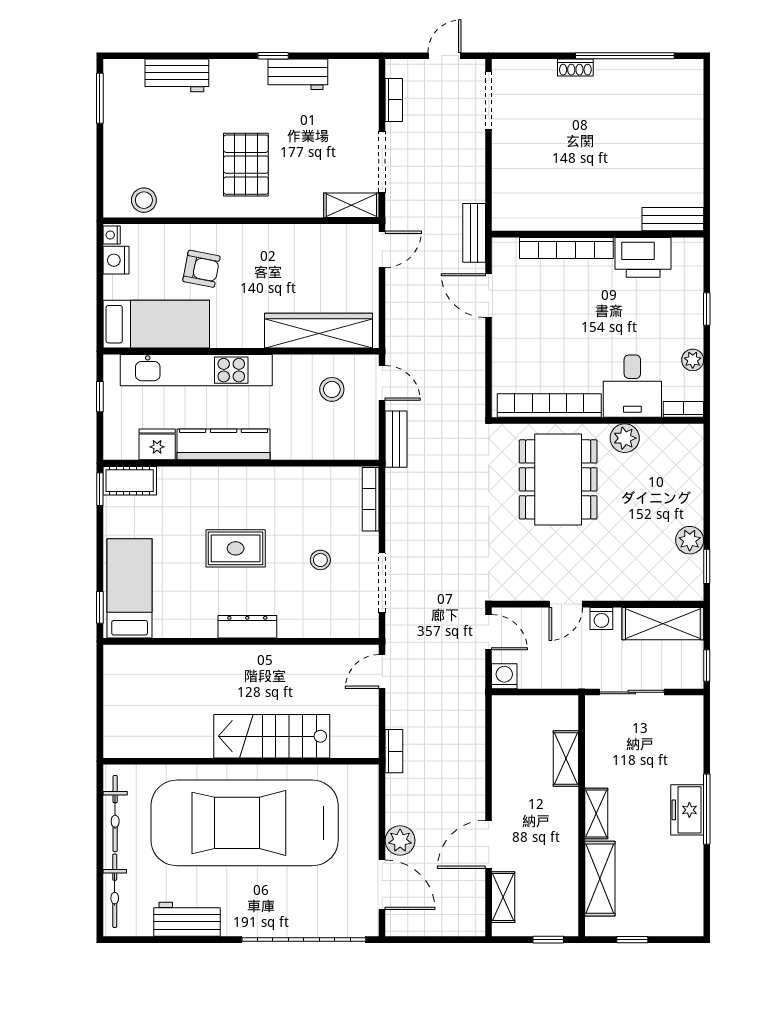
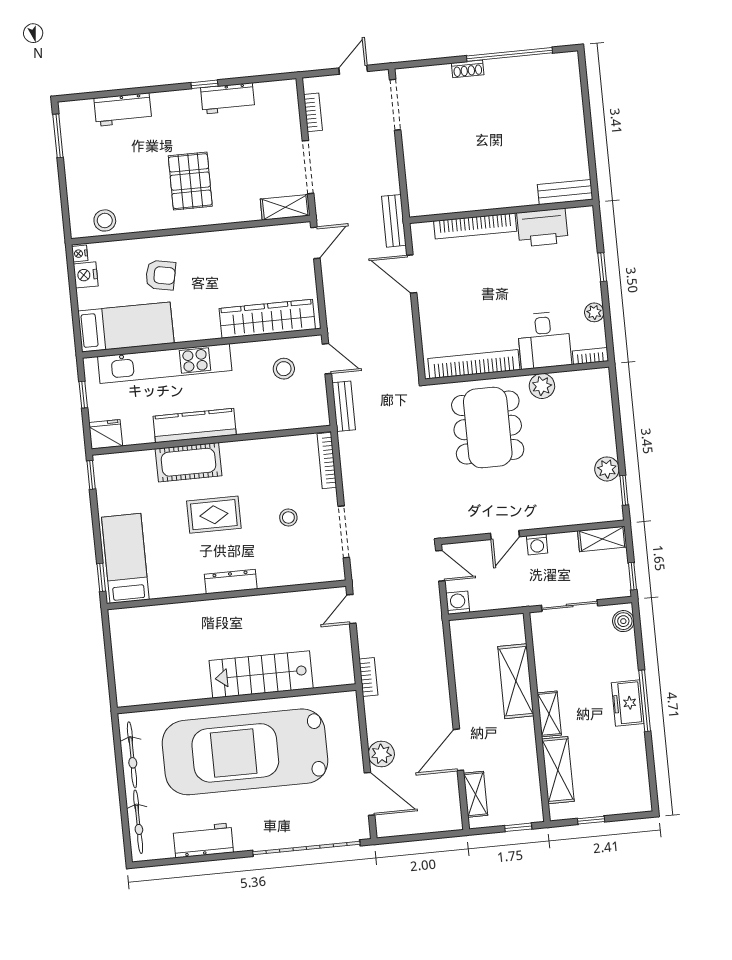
fridge: (157, 444) -> (106, 434), moved
cot: (130, 481) -> (188, 462), moved, width x1.37, depth x1.34
shelving: (663, 624) -> (602, 539), width x0.67, depth x0.75
boiler: (691, 716) -> (623, 621), added
shelving: (566, 759) -> (516, 681), width x1.50, depth x1.33

